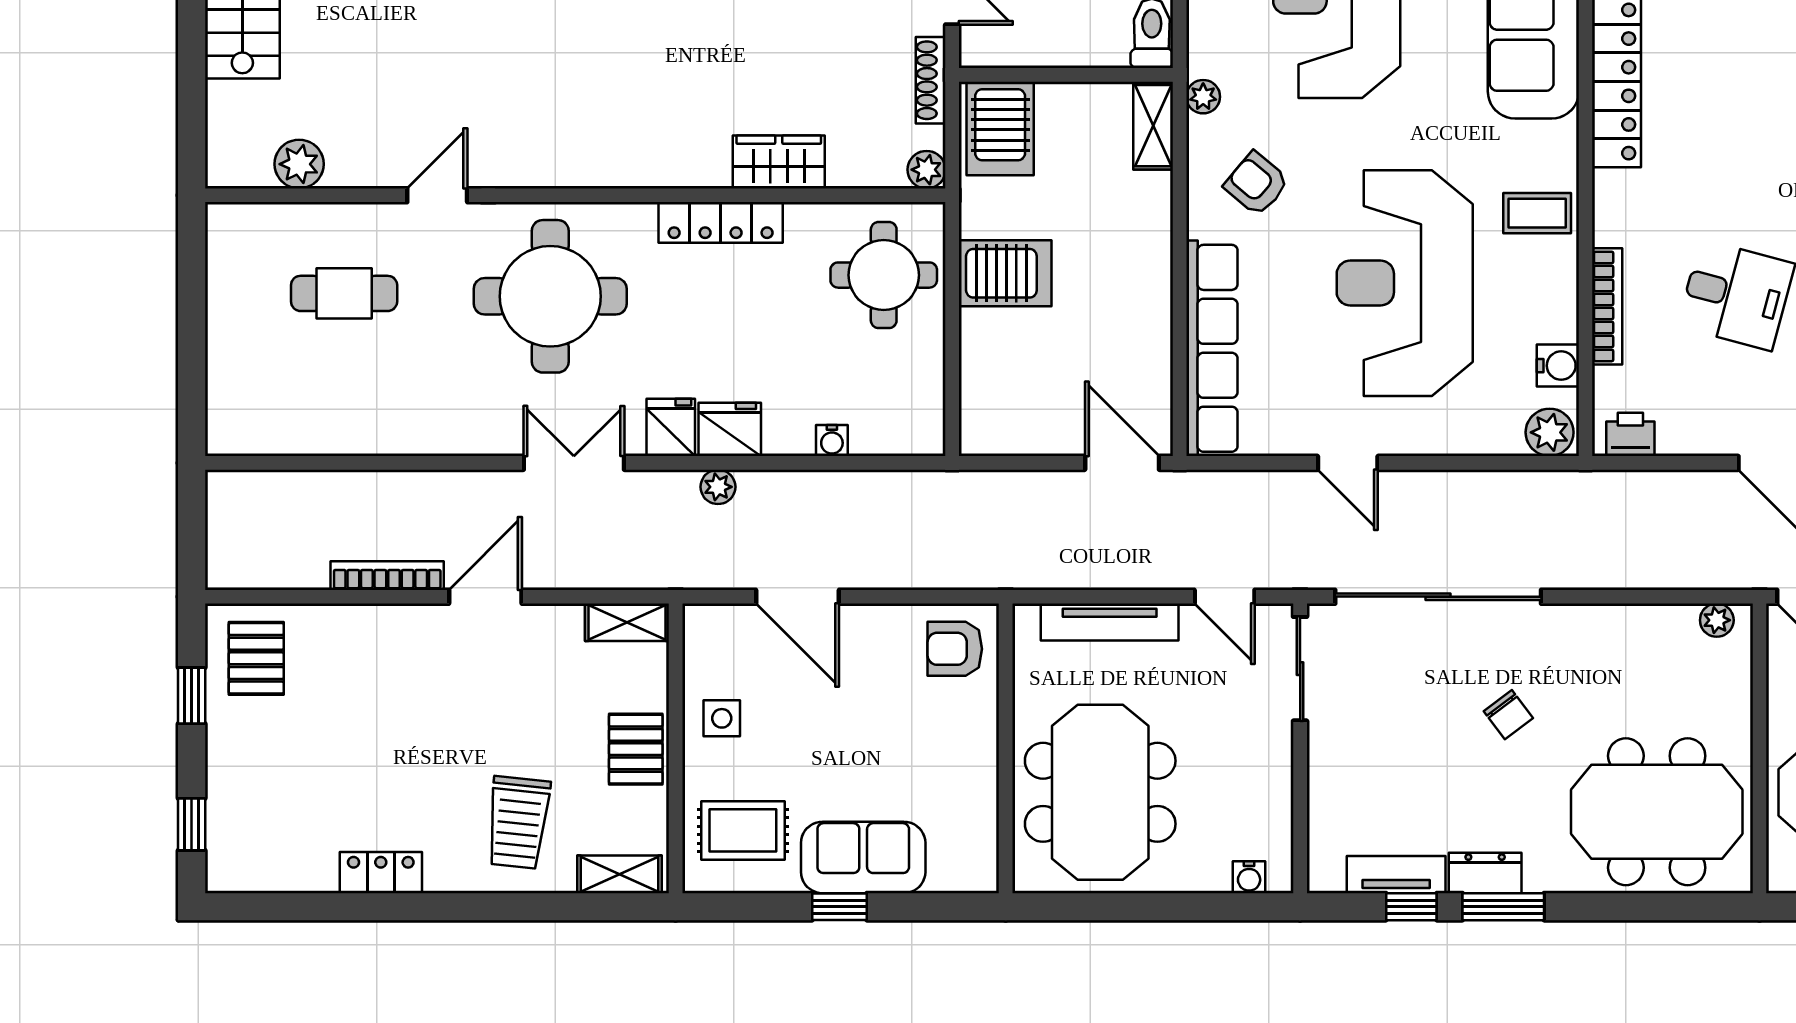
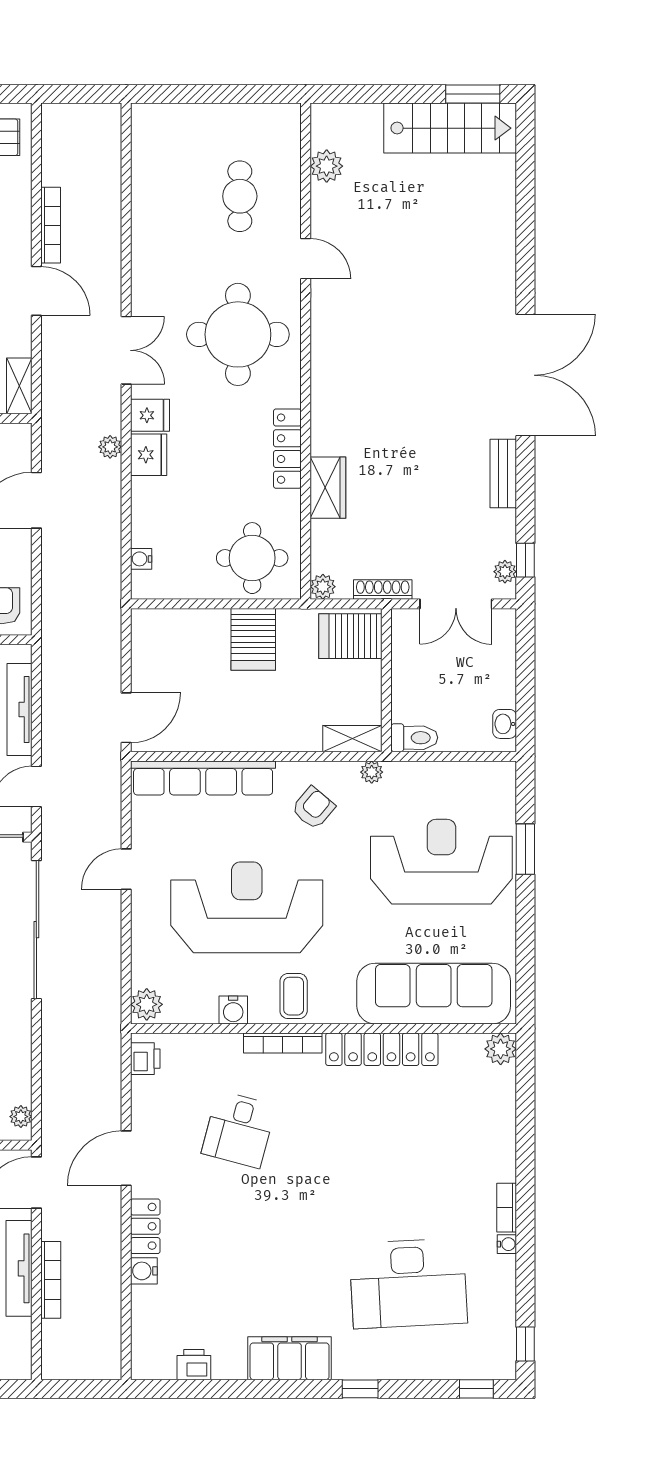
bookcase: (1607, 306) -> (283, 1043), moved
water cooler: (1558, 366) -> (233, 1010), moved
water cooler: (832, 441) -> (141, 559), moved

